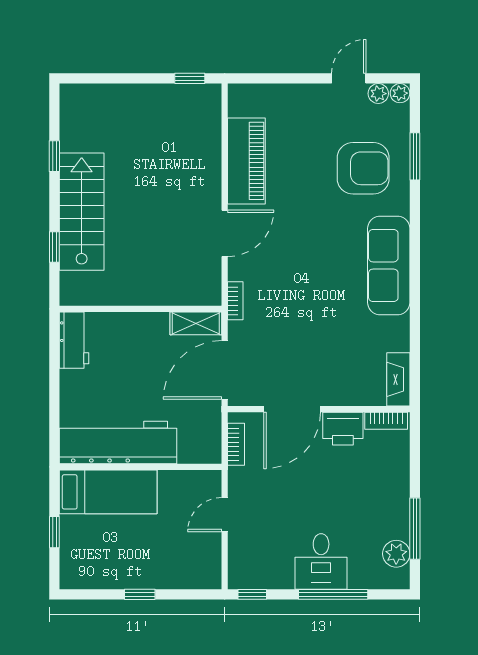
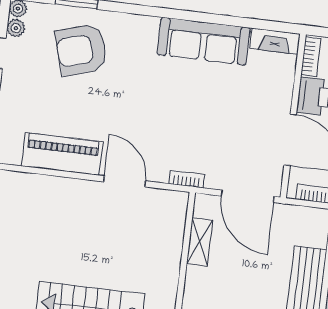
armchair: (363, 168) -> (81, 50), turned -107
sofa: (389, 265) -> (204, 41), moved
shelving: (196, 323) -> (200, 242), moved

